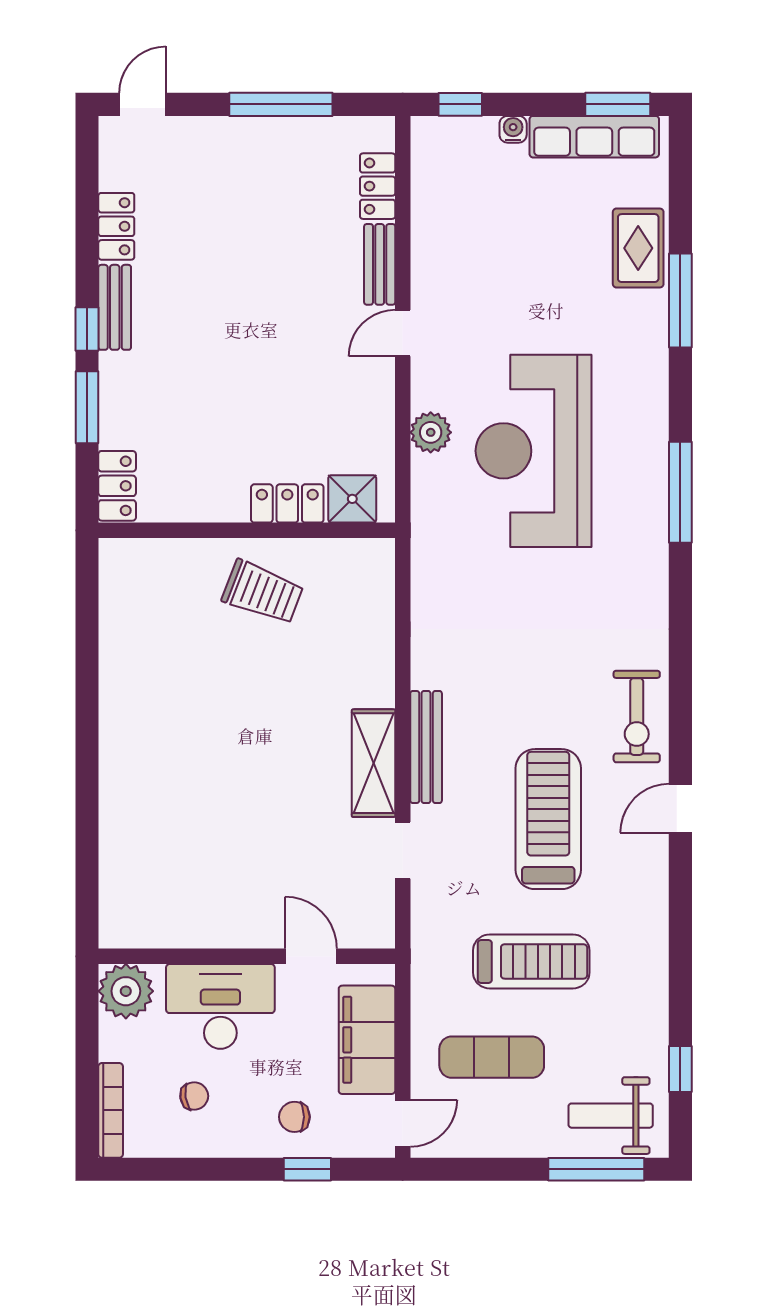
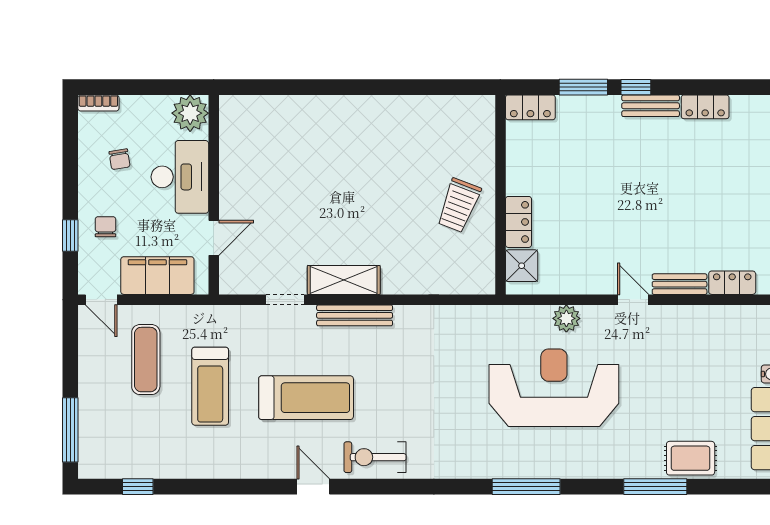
bookcase: (111, 1110) -> (98, 103), width x0.64
weight bench: (611, 1116) -> (106, 440), removed

